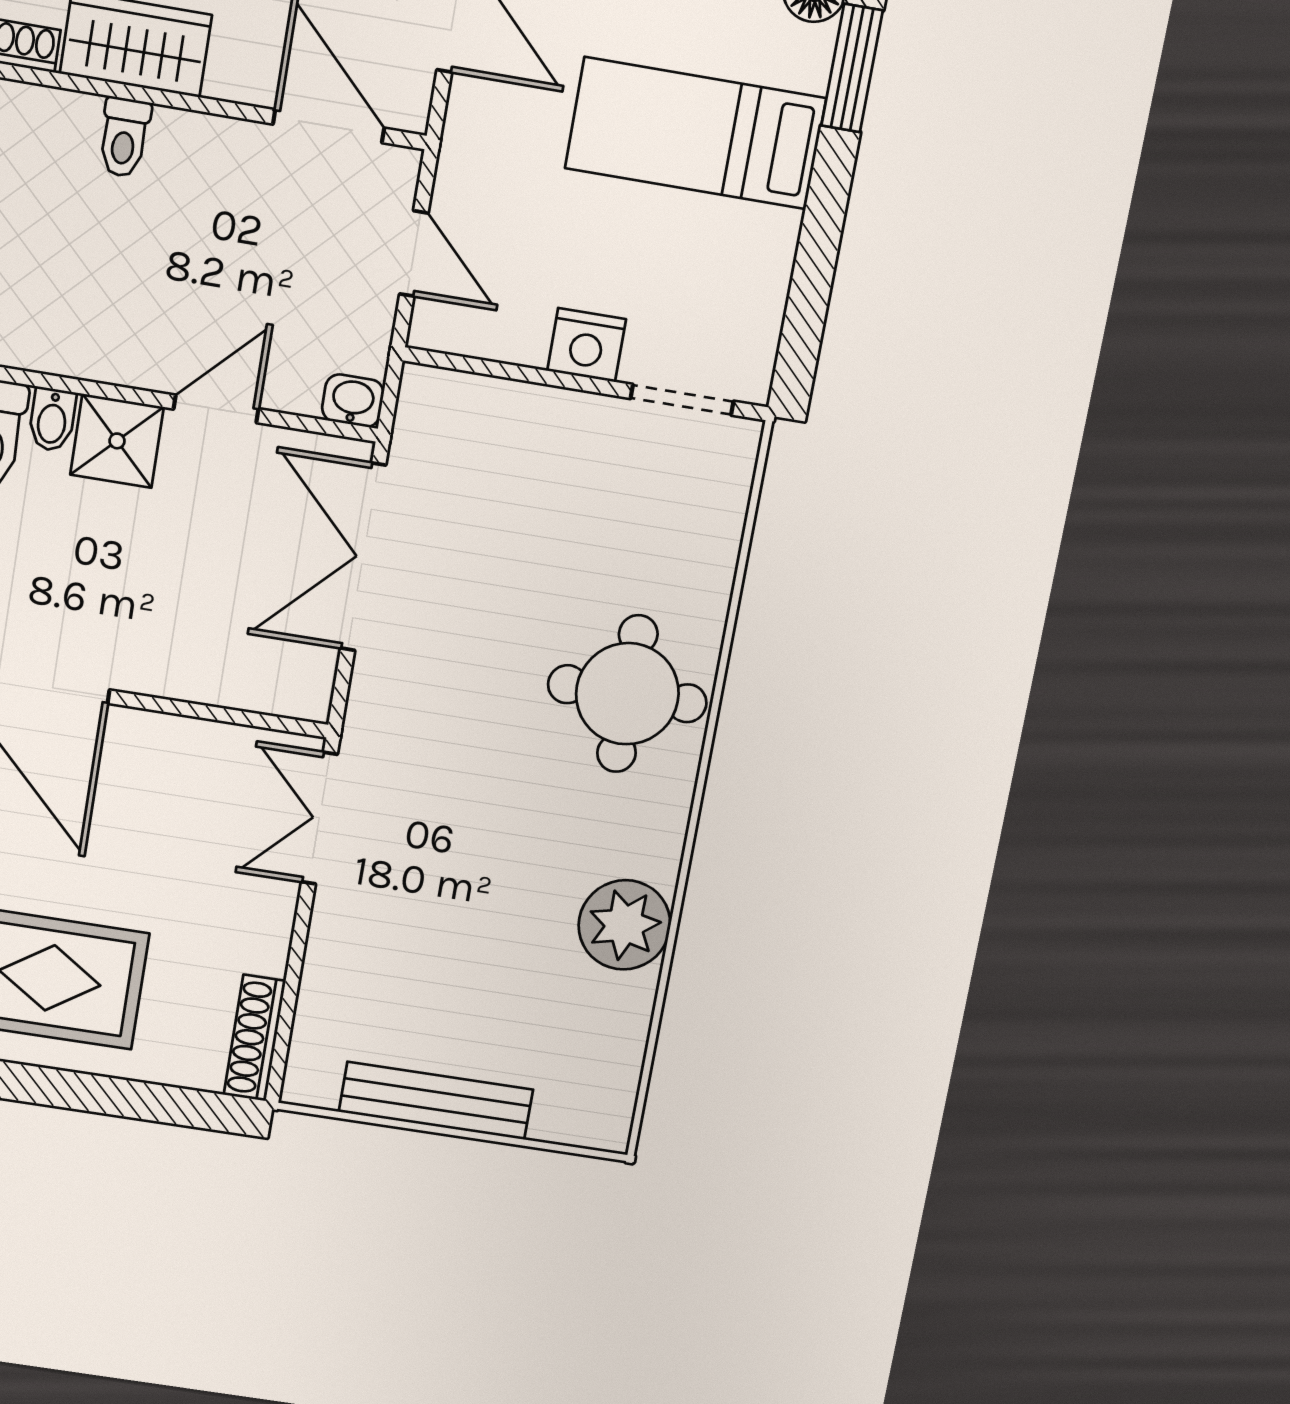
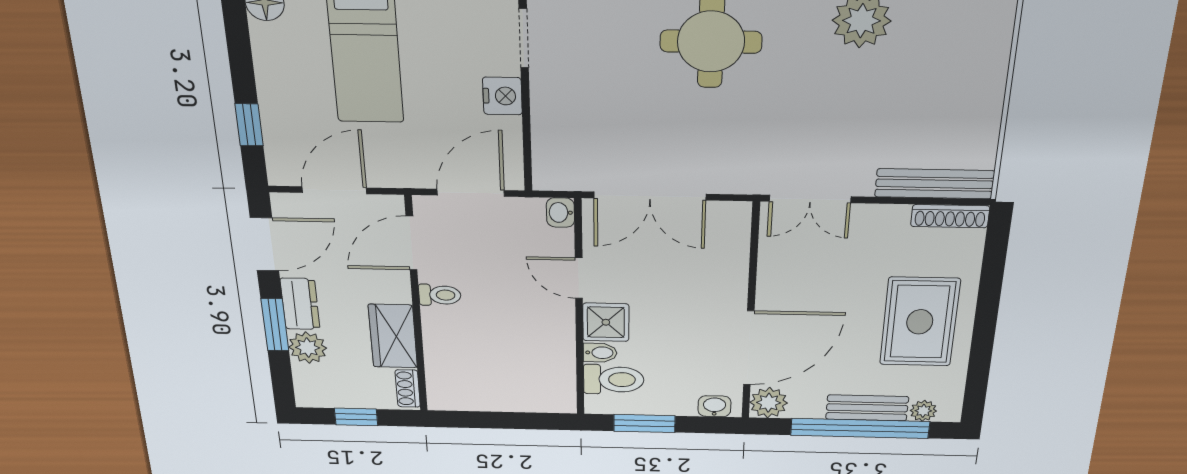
toilet: (124, 137) -> (440, 295), moved
door: (414, 253) -> (471, 193), width x1.38
bench: (436, 1101) -> (934, 184), moved, turned 90

